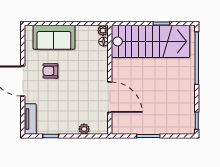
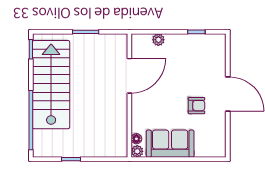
sofa: (54, 37) -> (170, 144), moved
stairs: (150, 41) -> (51, 85), moved, turned 90
door: (110, 97) -> (129, 76), swing flipped
tv unit: (30, 119) -> (219, 51), removed

